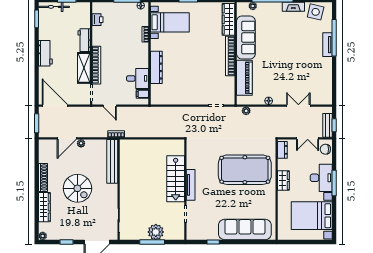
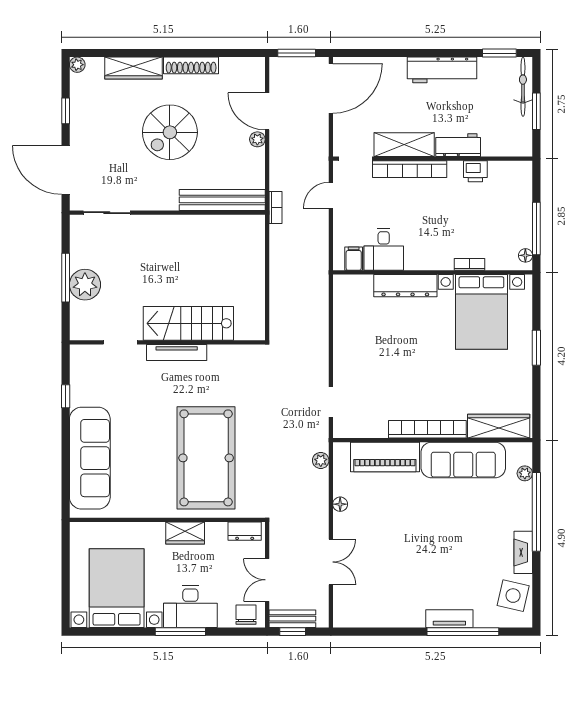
printer: (98, 20) -> (475, 171), moved
bed with nightstands: (170, 22) -> (481, 312), width x1.36
workbench: (45, 53) -> (442, 70), width x1.38

